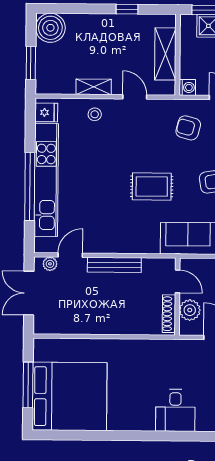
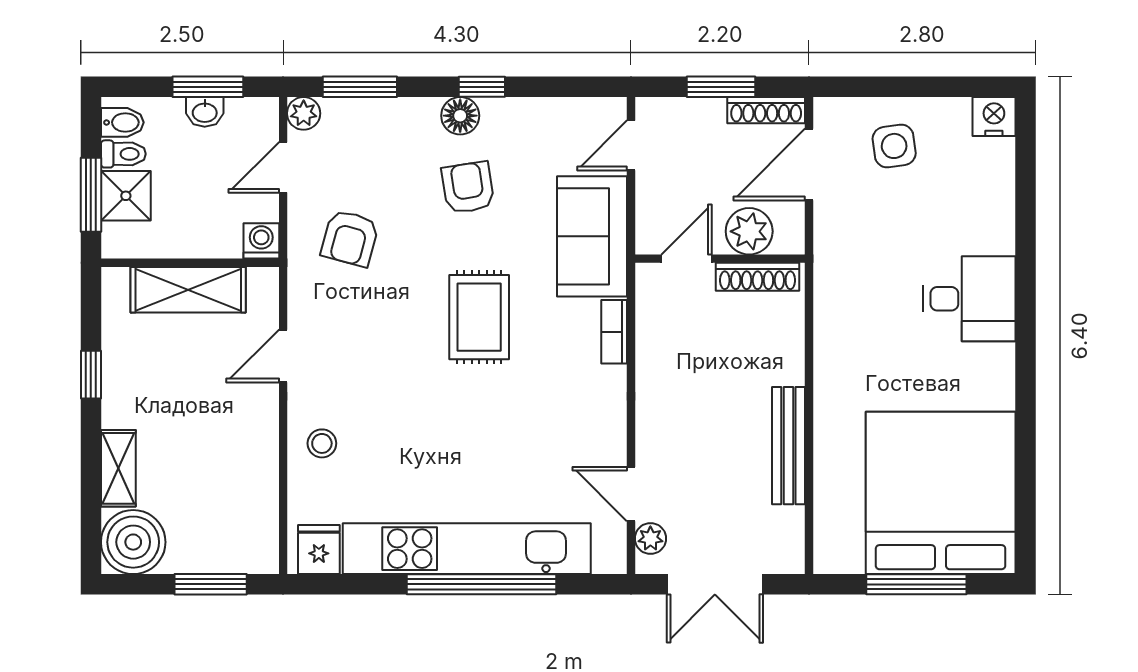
shelving: (94, 87) -> (118, 468), moved
bookcase: (144, 248) -> (614, 332), added
bench: (114, 265) -> (788, 446), moved
desk: (175, 410) -> (969, 299), moved

